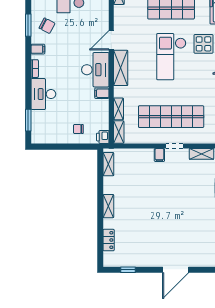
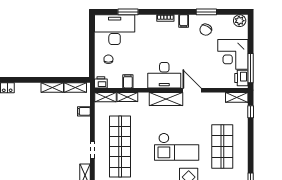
checkout: (171, 57) -> (177, 147), turned 180
filing cabinet: (102, 93) -> (128, 81), moved
desk: (43, 94) -> (115, 30), moved, width x1.36, depth x1.30
window: (28, 120) -> (128, 12), moved
filing cabinet: (159, 155) -> (84, 111), moved
shelving: (108, 206) -> (52, 87), moved

